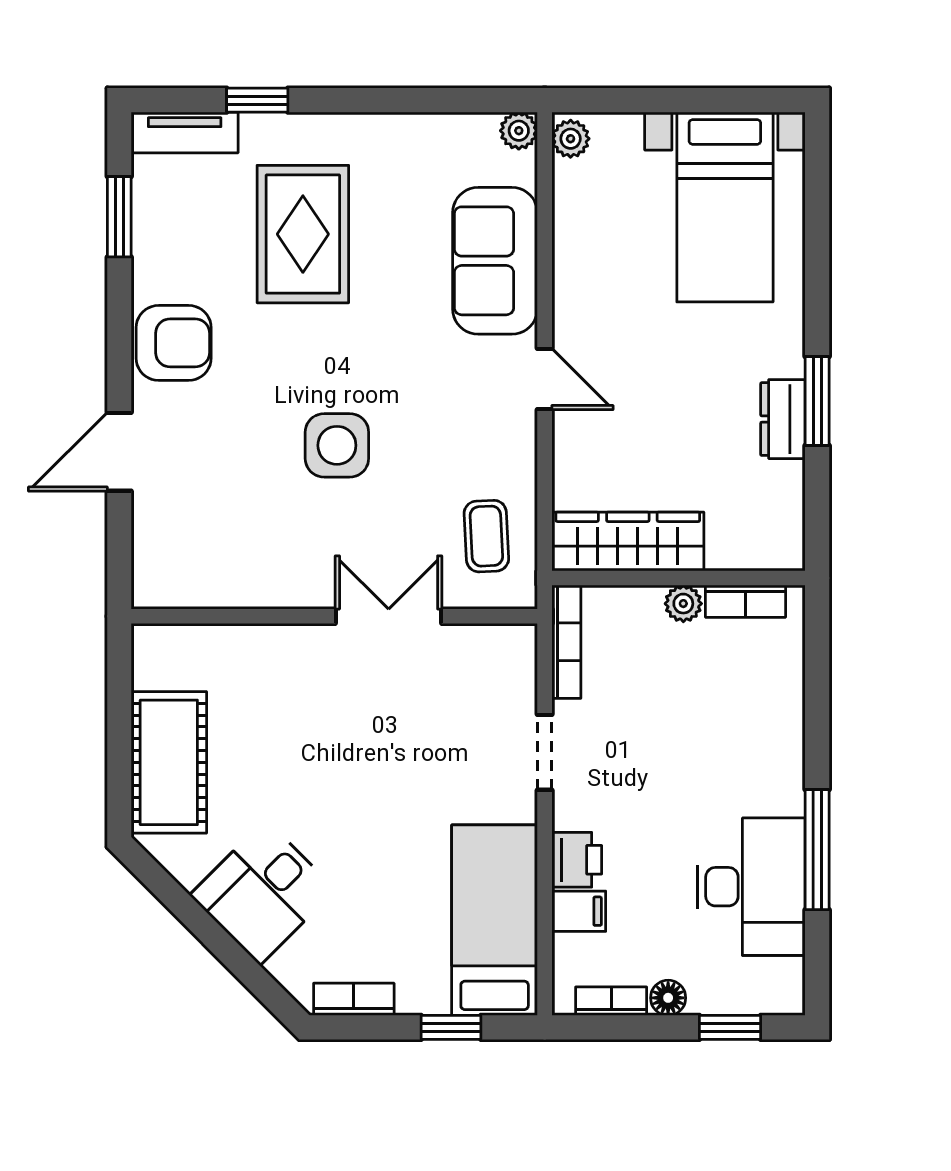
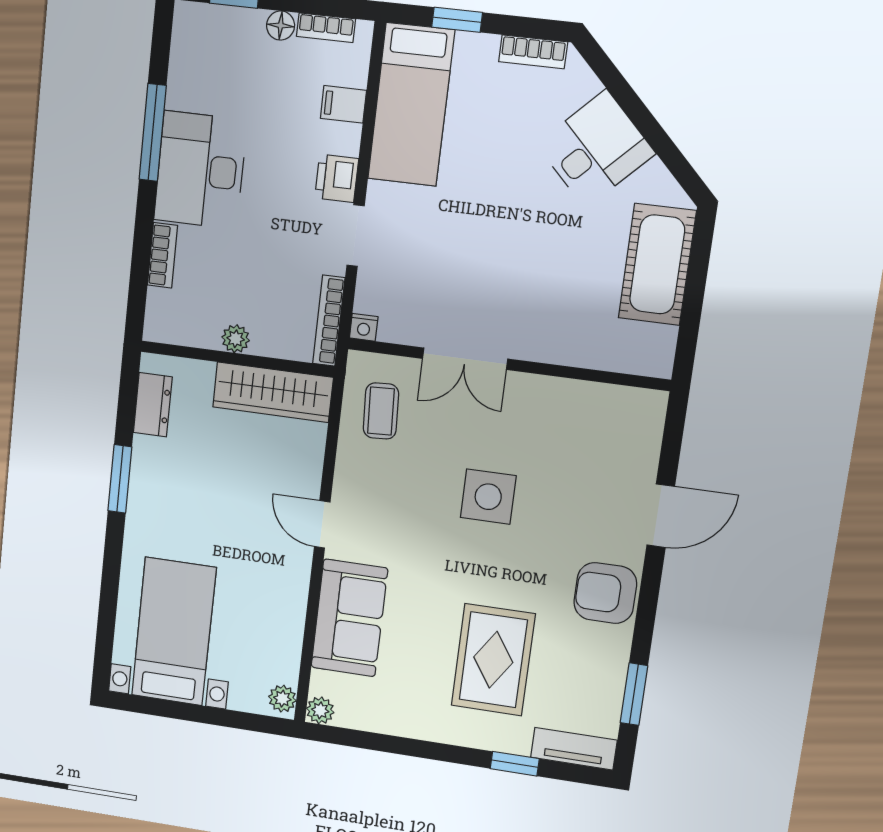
dresser: (783, 419) -> (153, 405), moved
bookcase: (746, 601) -> (162, 255), moved, turned 90
nightstand: (521, 639) -> (364, 327), added
printer: (577, 860) -> (337, 178), moved
desk: (751, 887) -> (200, 170), moved

